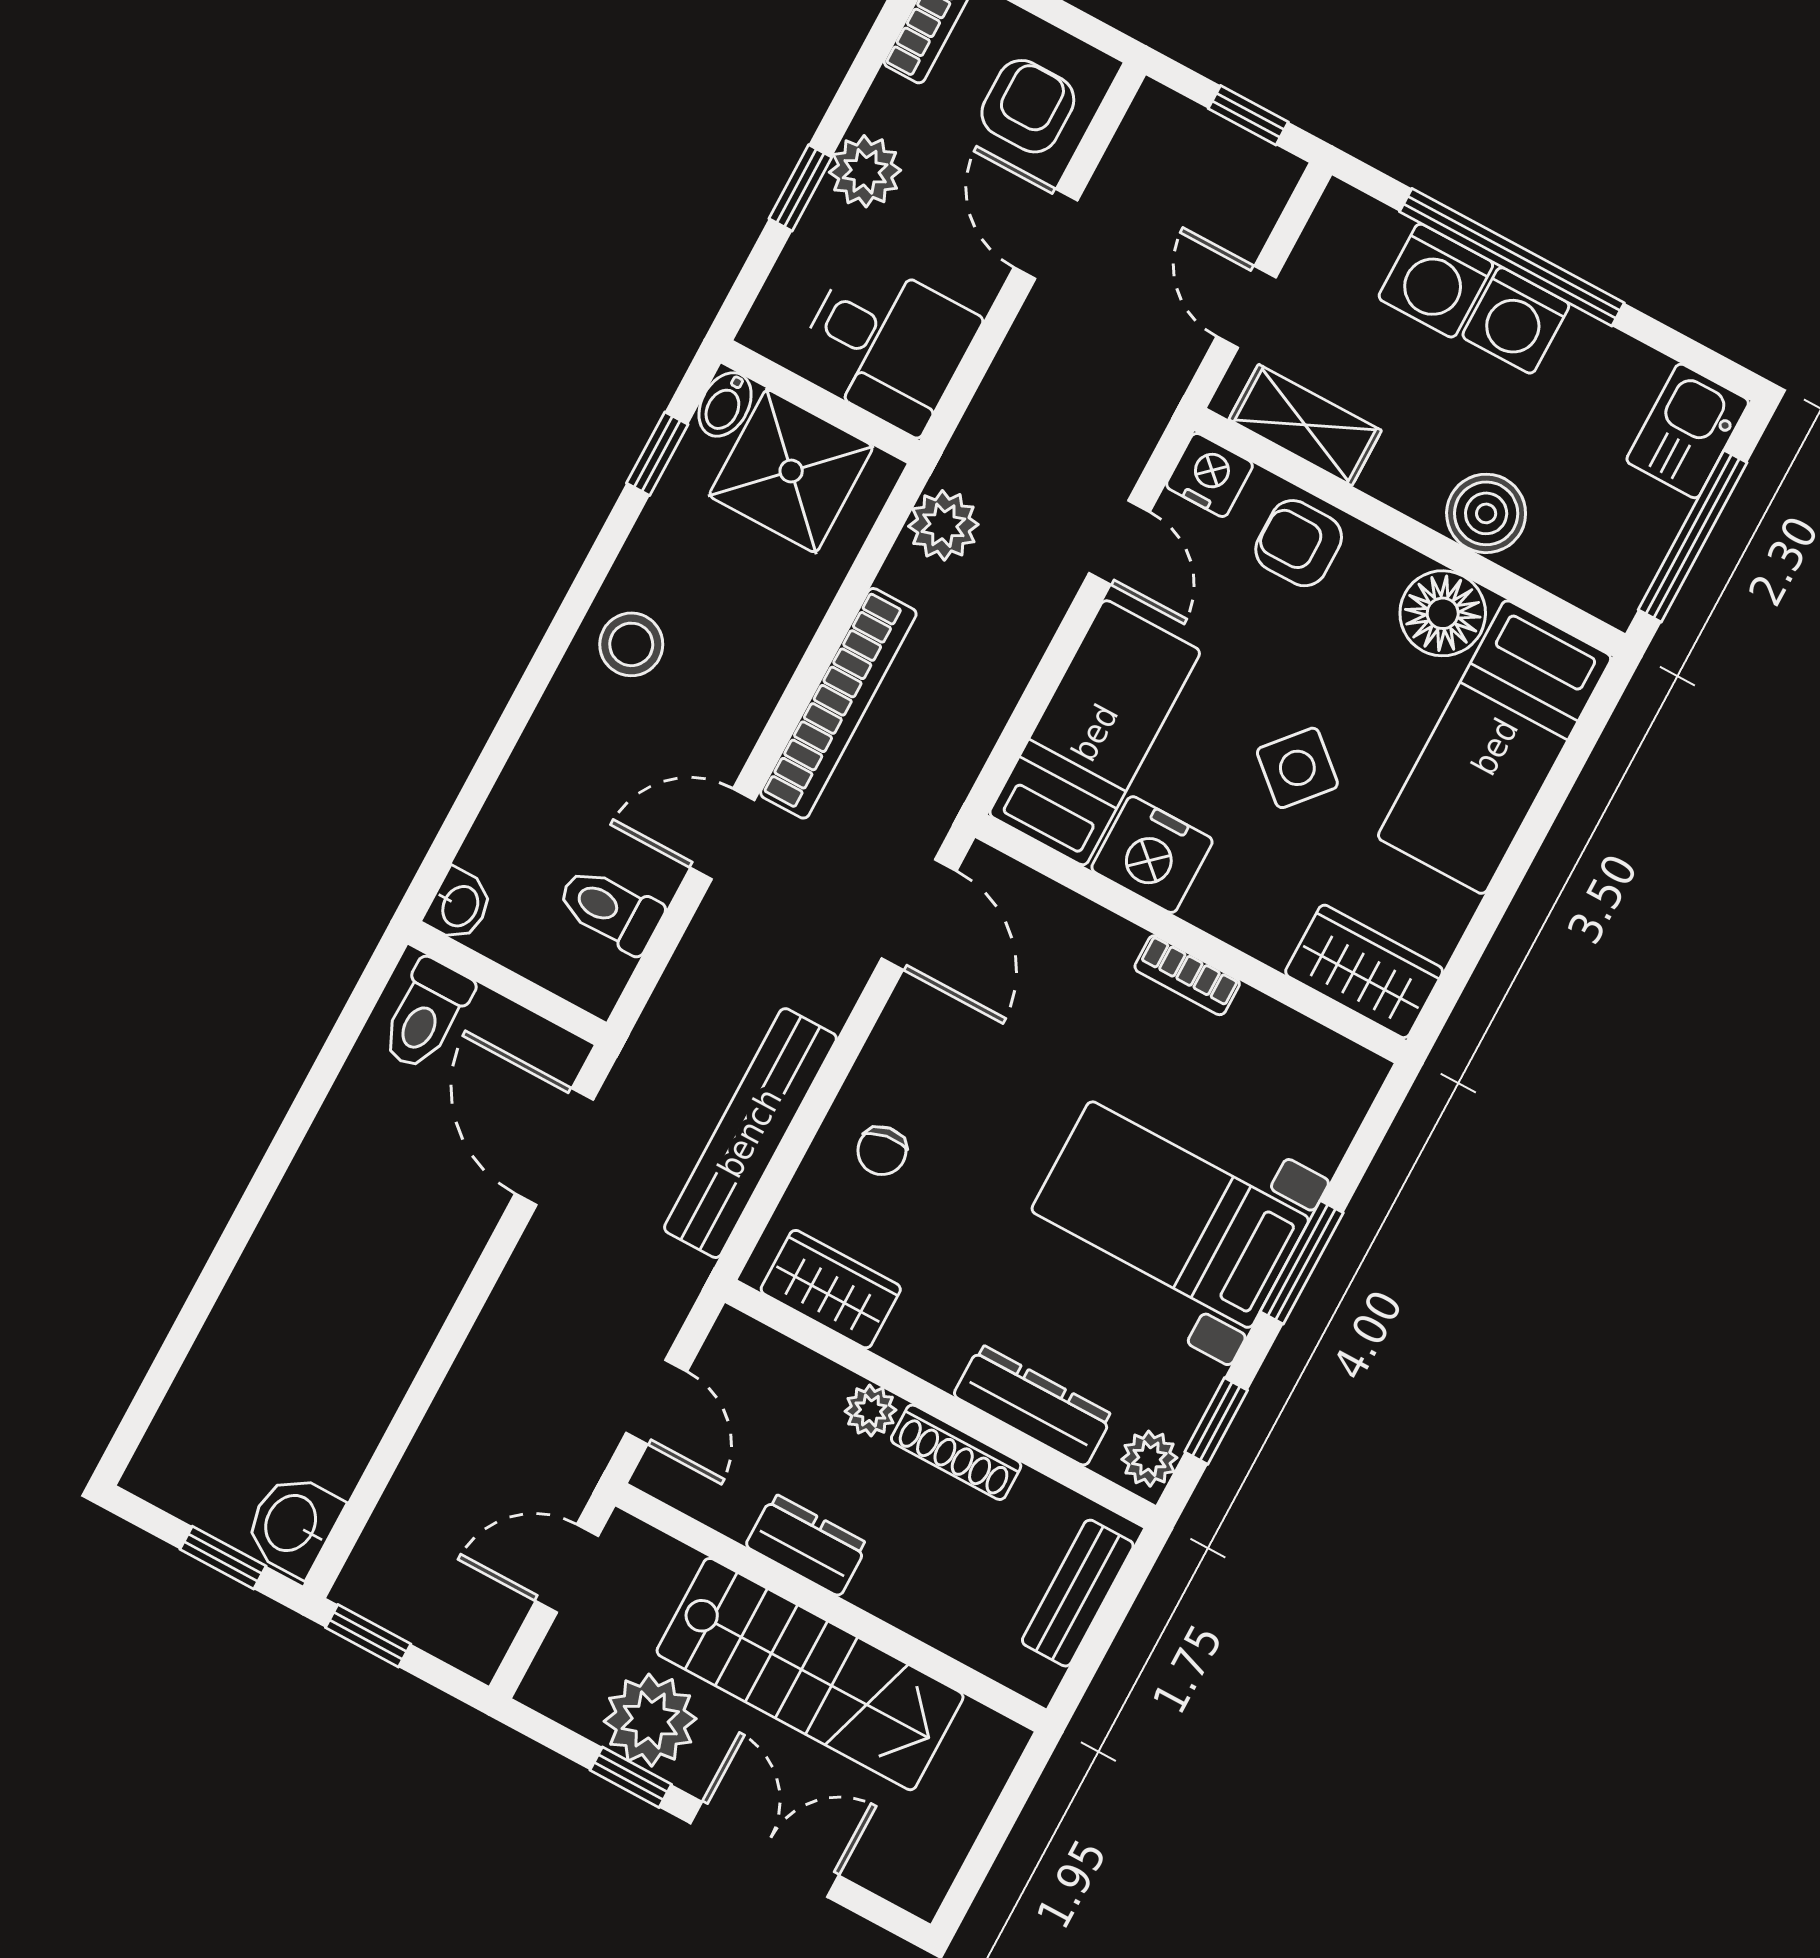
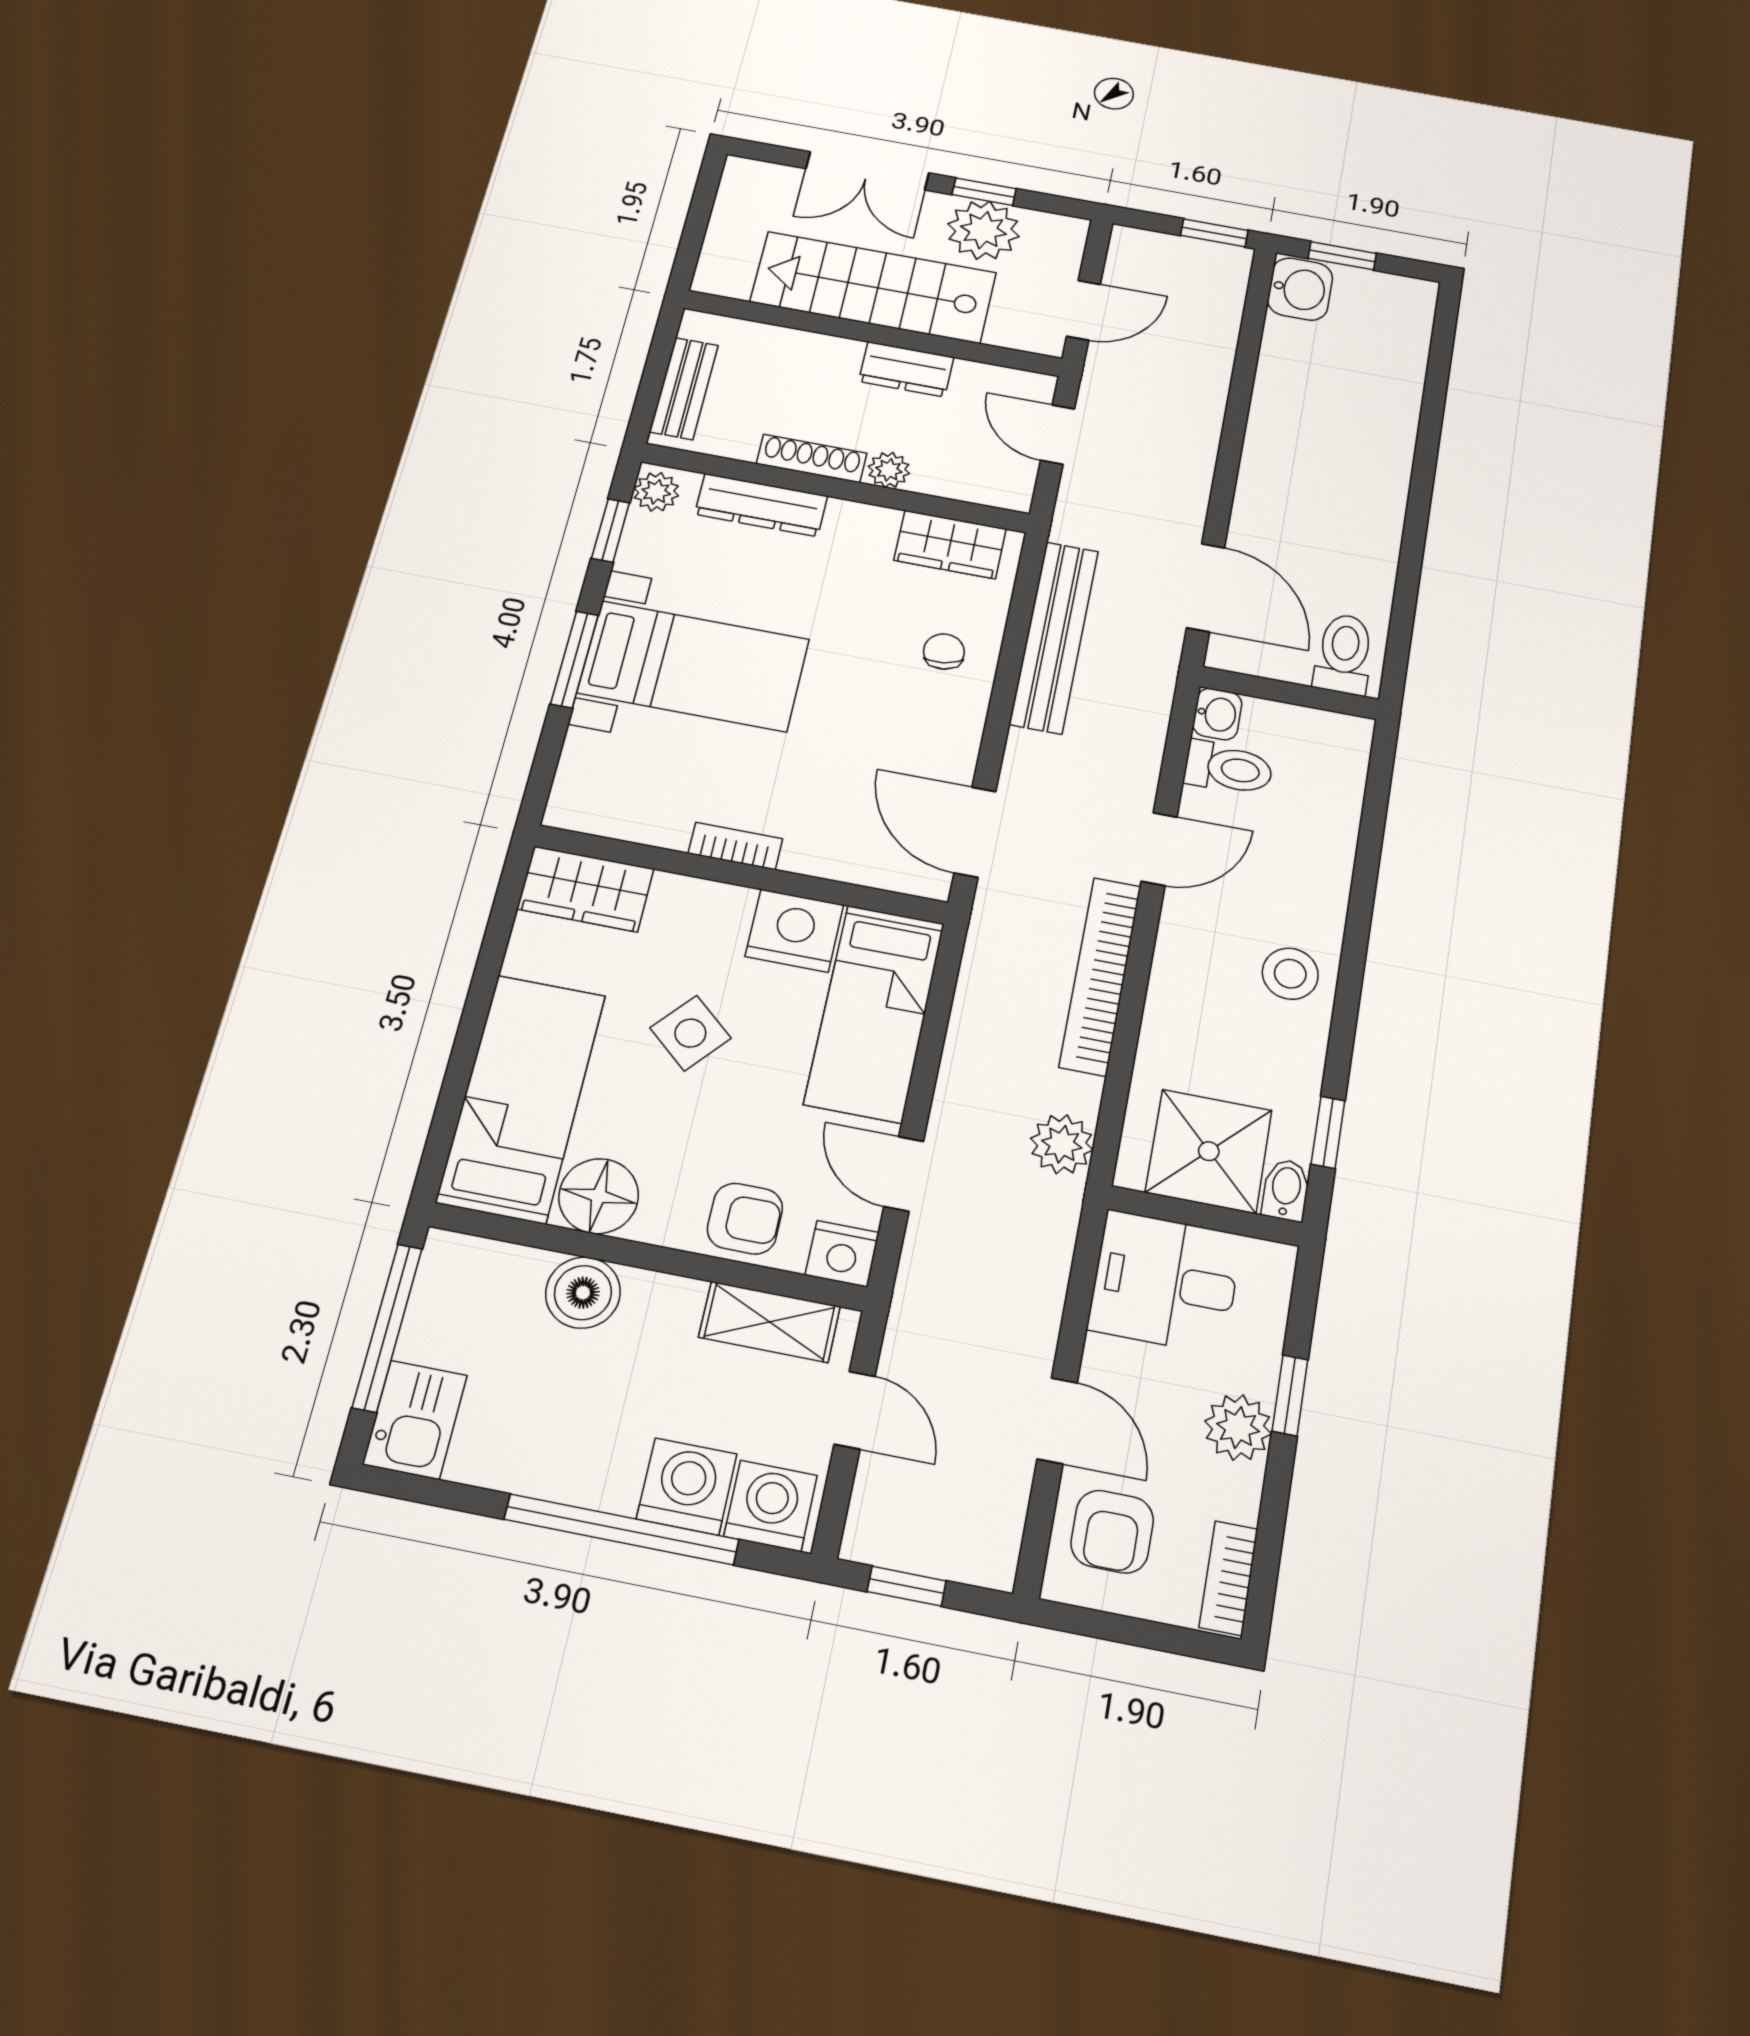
washing machine: (1516, 320) -> (771, 1506), moved
washbasin: (459, 905) -> (1217, 714), moved, turned 180

